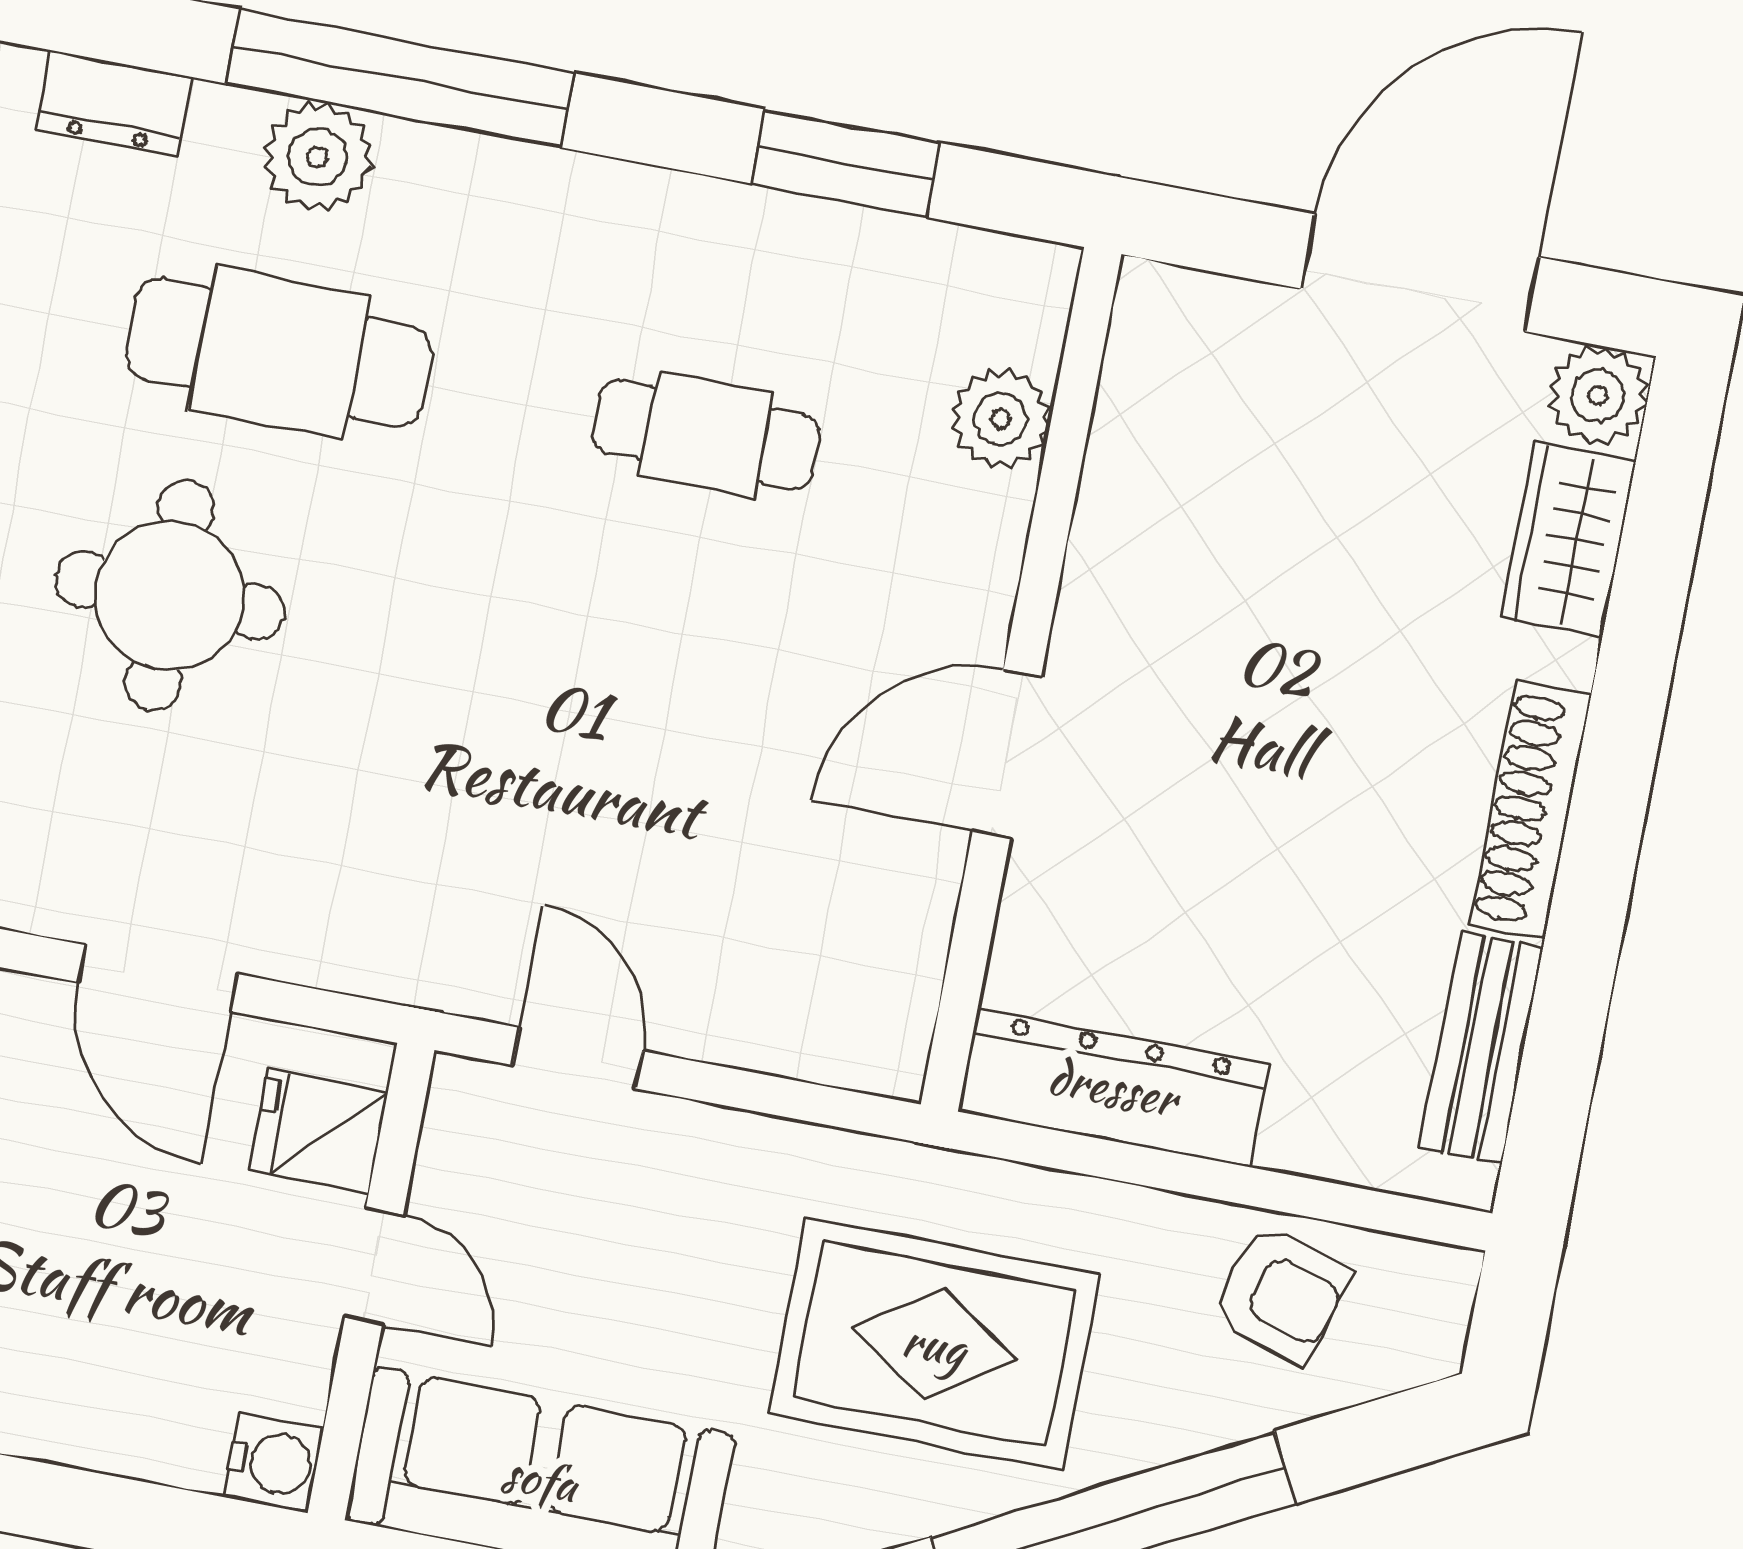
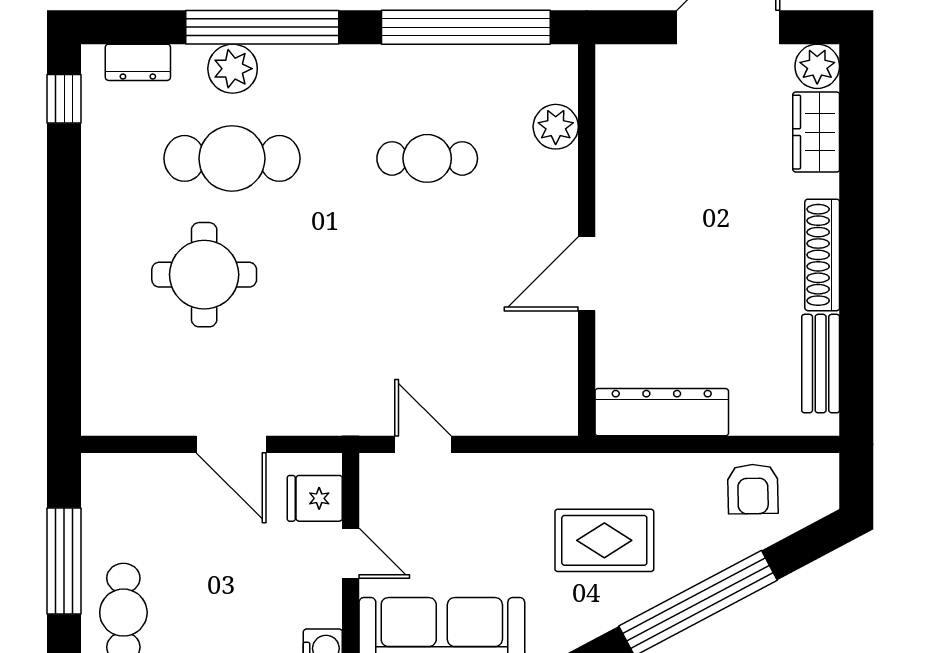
window: (846, 163) -> (466, 27), width x2.11
armchair: (1281, 1294) -> (753, 489), turned 71
rug: (934, 1344) -> (604, 540), width x0.73, depth x0.70

